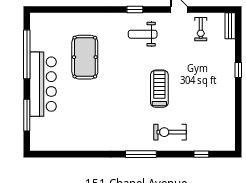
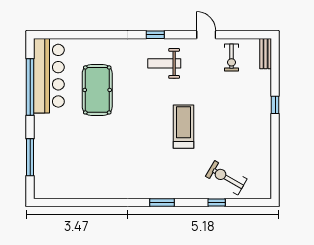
bar counter: (43, 84) -> (49, 76), moved
exercise bike: (170, 132) -> (226, 178), moved, turned 30
window: (141, 154) -> (162, 202), width x0.69
window: (201, 154) -> (217, 202), moved

